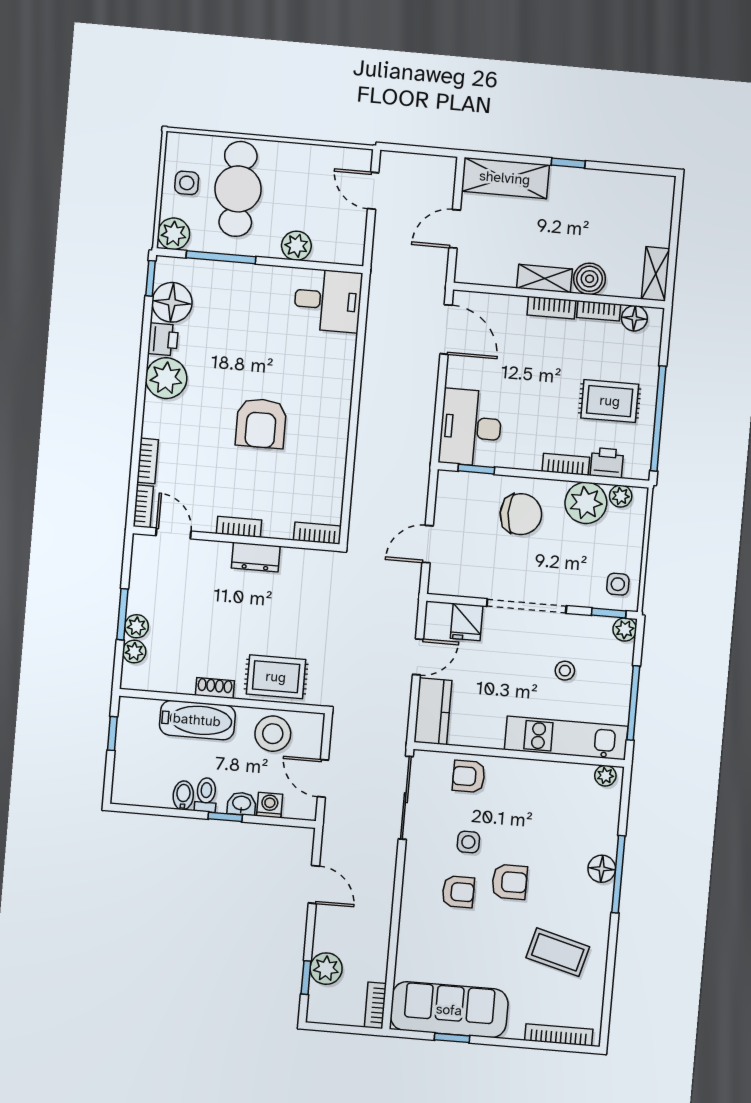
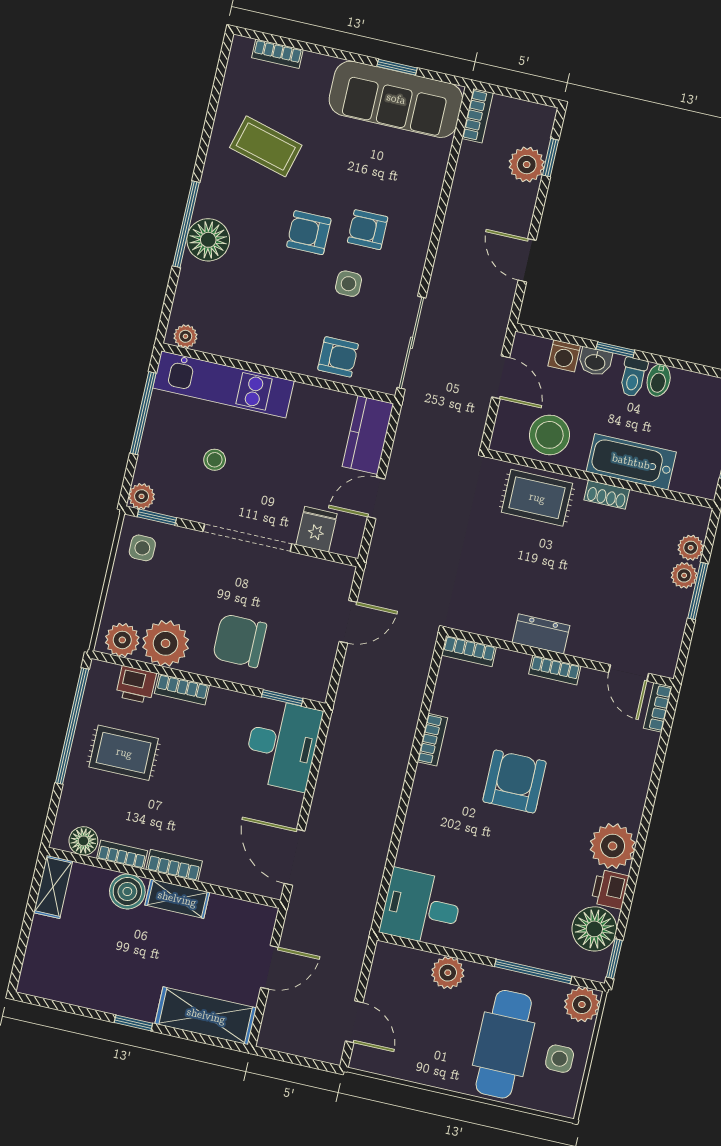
bookcase: (148, 461) -> (432, 740), moved, turned 180
plant: (621, 496) -> (122, 640), width x1.38, depth x1.38
floor lamp: (602, 869) -> (208, 240), width x1.38, depth x1.38
bookcase: (559, 1035) -> (277, 54), width x0.64

